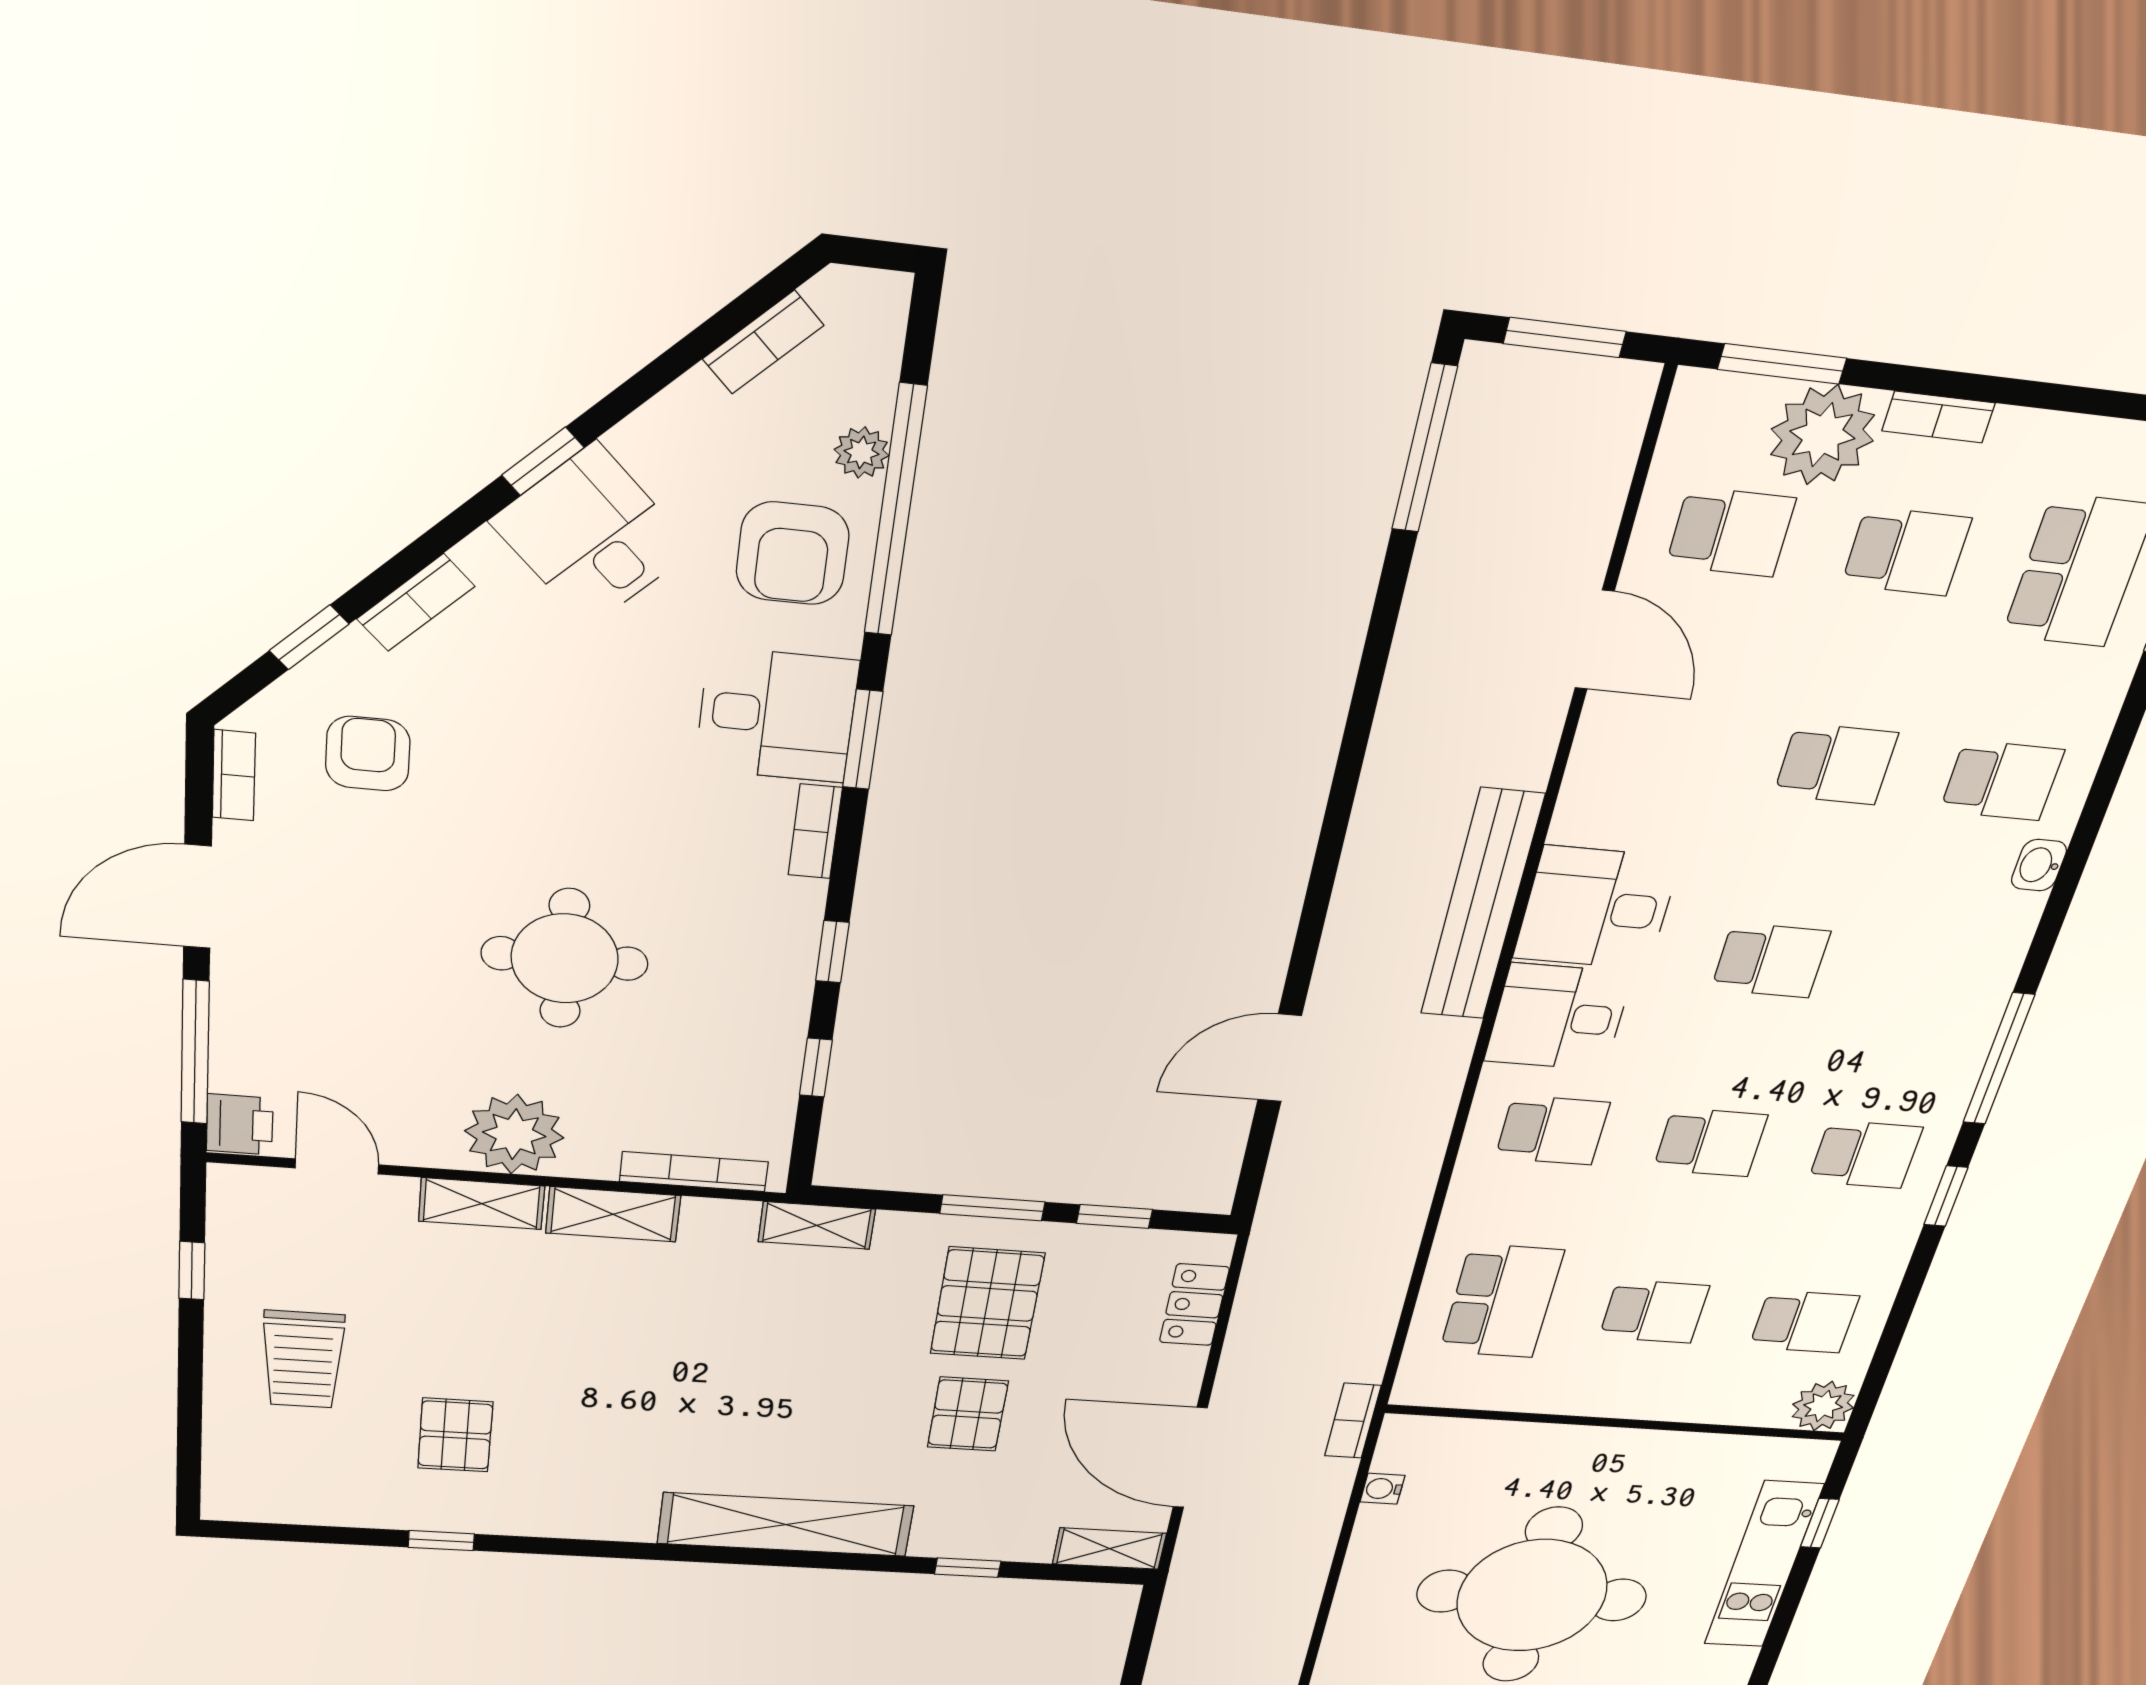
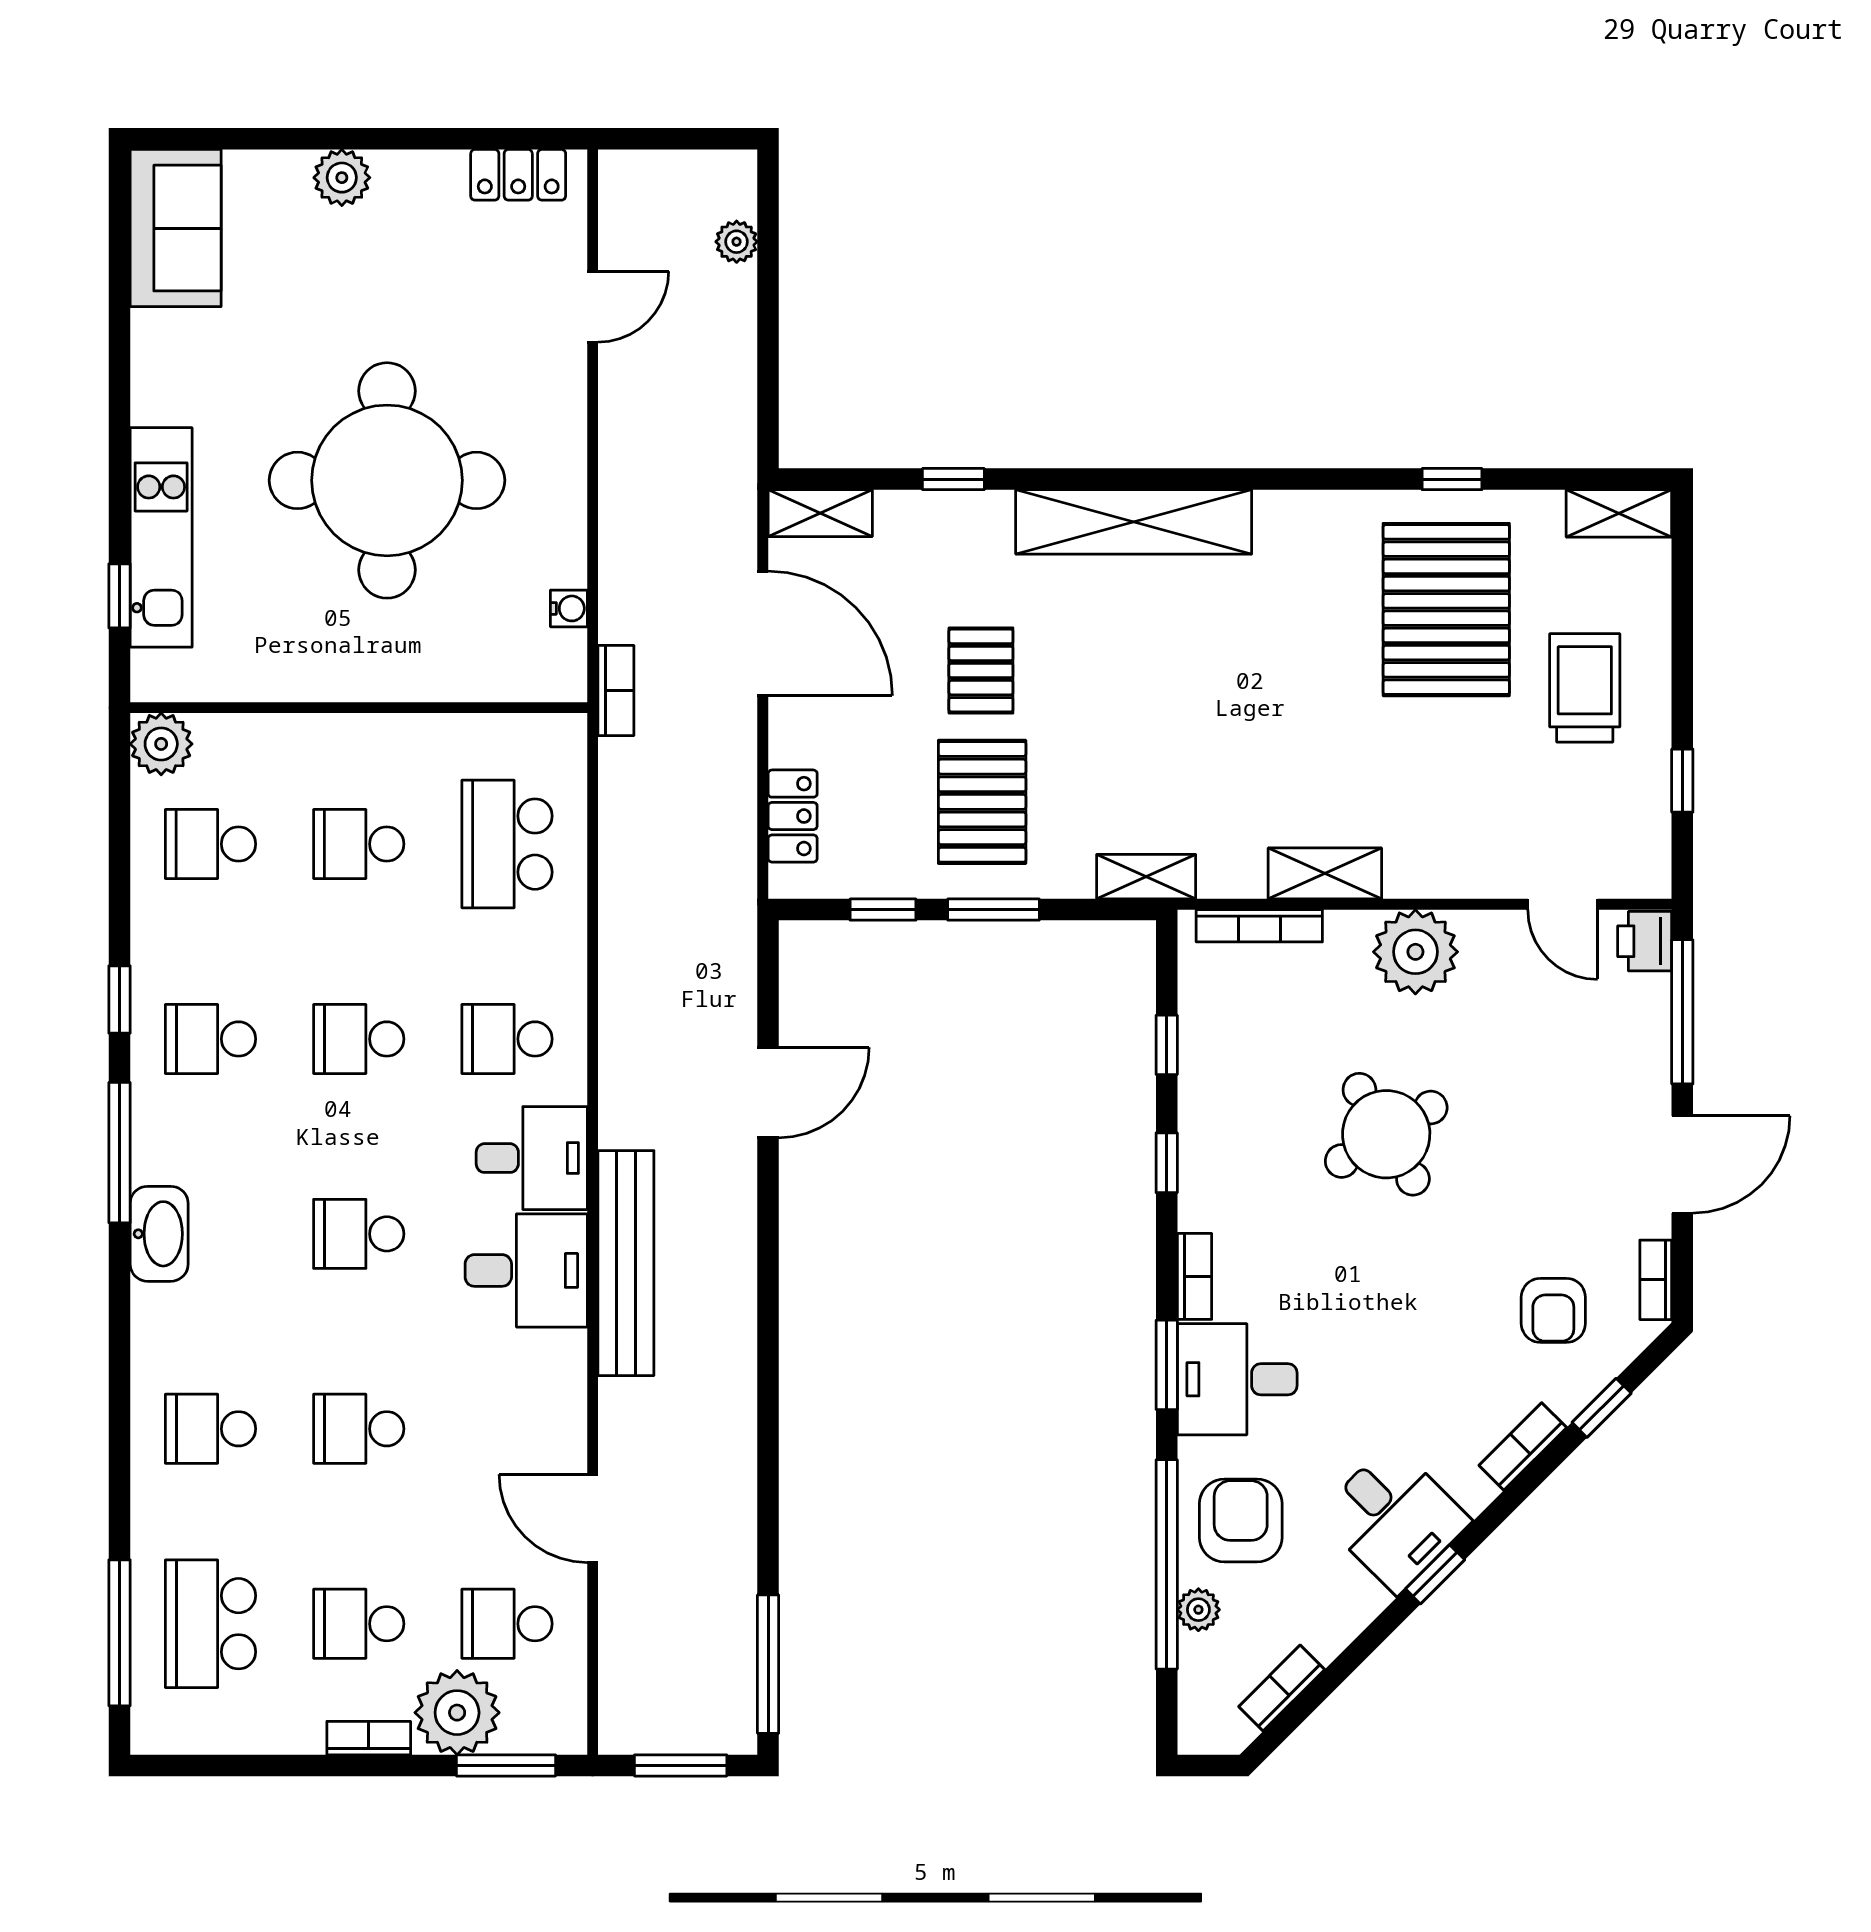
washbasin: (2039, 865) -> (159, 1234), moved, width x1.91, depth x1.45
round table: (565, 958) -> (1386, 1134), turned -31
shelving: (482, 1204) -> (1619, 513), moved
pallet: (455, 1435) -> (1446, 610), width x2.05, depth x2.00

